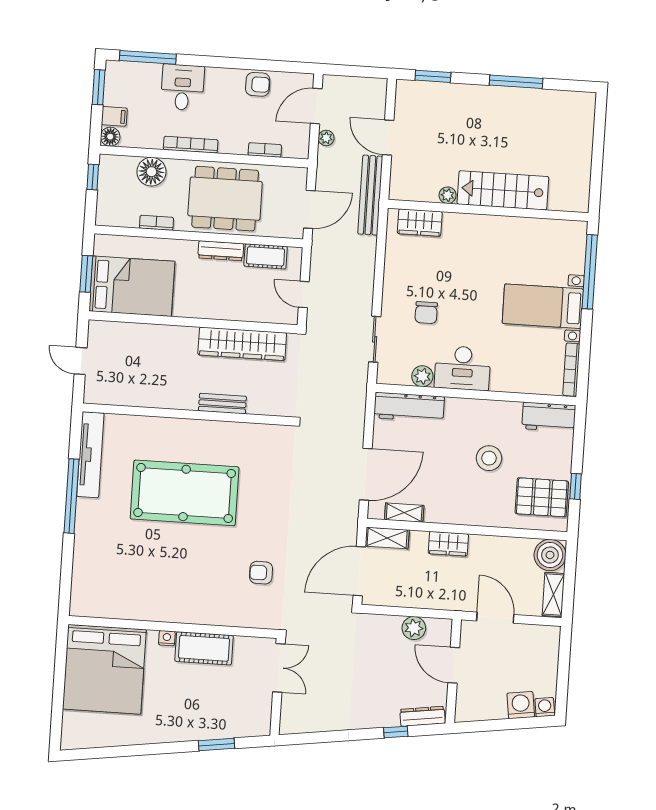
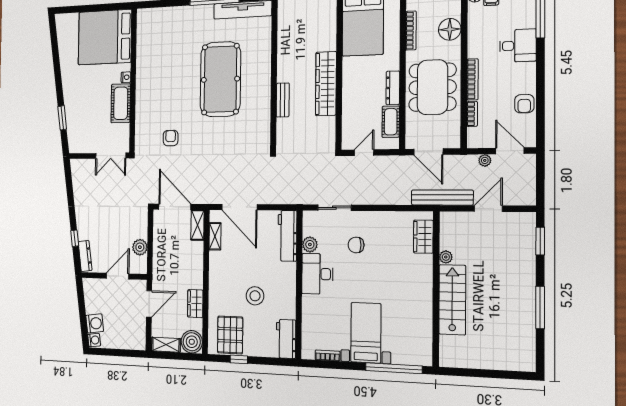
bookcase: (191, 145) -> (473, 79), moved
bookcase: (156, 223) -> (411, 31), width x1.56
wardrobe: (242, 344) -> (326, 84), moved
bookcase: (571, 370) -> (328, 356), width x0.64
wardrobe: (448, 544) -> (195, 304), moved

